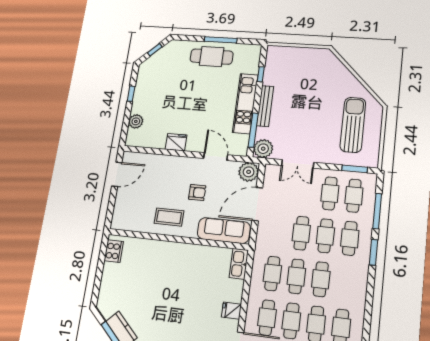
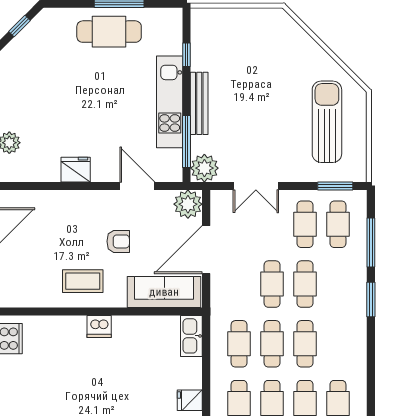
cafe table: (350, 238) -> (338, 284), removed
dishwasher: (175, 250) -> (99, 327), added

